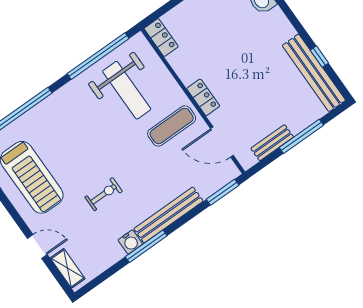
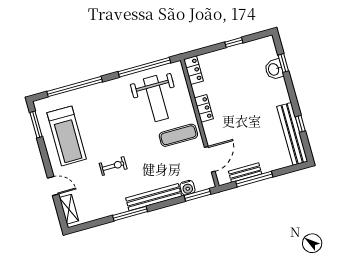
locker: (203, 97) -> (204, 108), moved
window: (301, 136) -> (254, 179), moved
door: (222, 142) -> (210, 159), swing flipped
water cooler: (130, 242) -> (187, 188), moved

